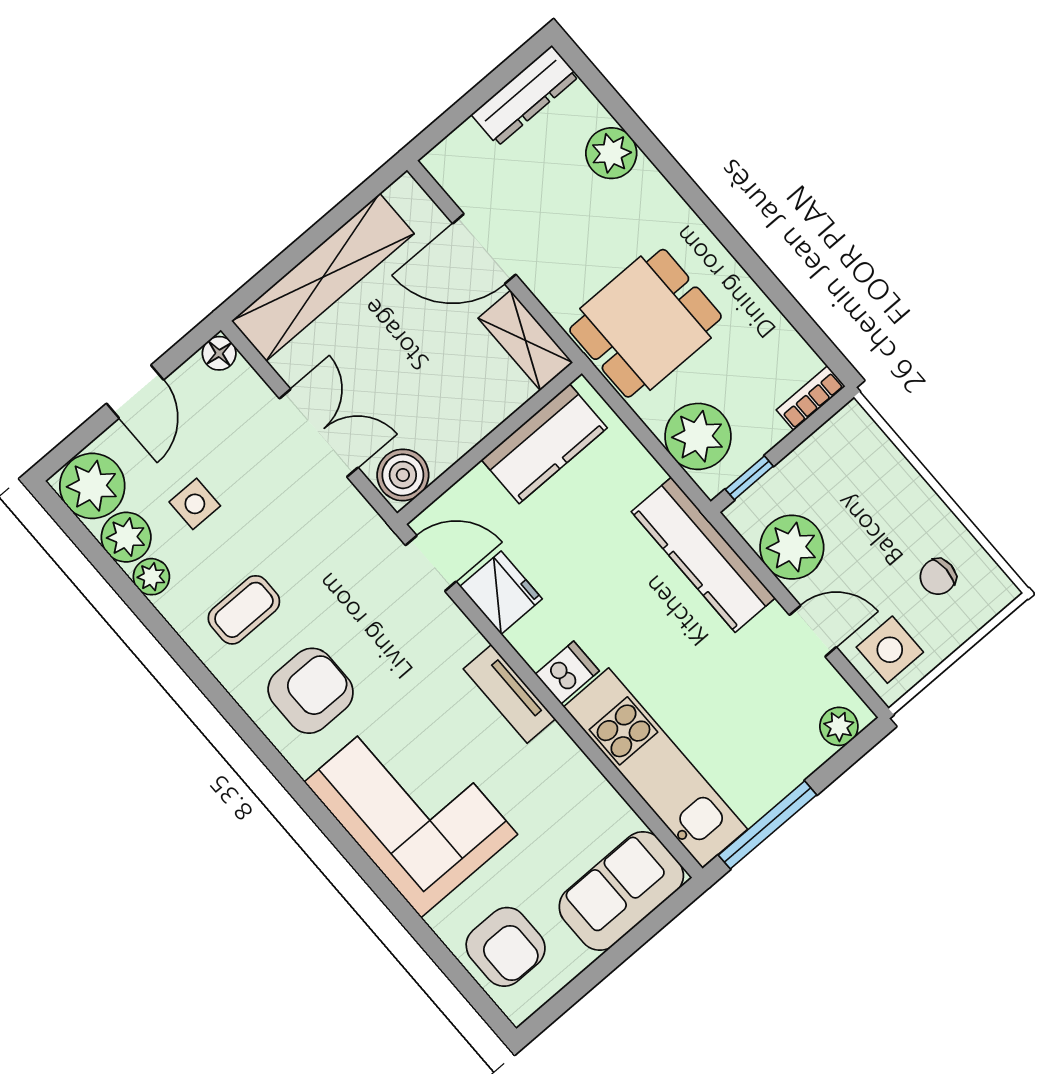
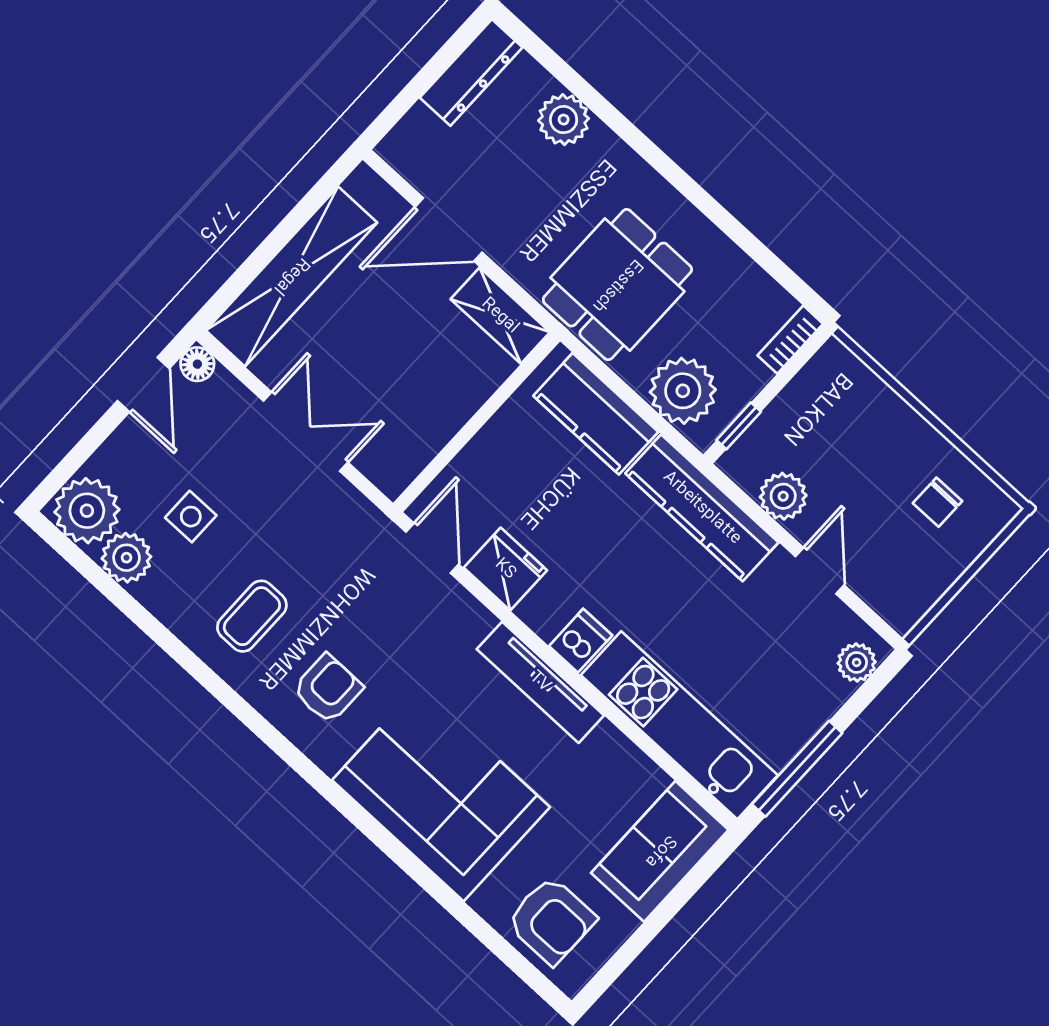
door: (135, 392) -> (143, 385), moved
kitchen counter: (544, 444) -> (596, 414), moved, turned 90
boiler: (403, 475) -> (394, 464), removed
plant: (792, 547) -> (783, 496), width x0.73, depth x0.73
door: (431, 563) -> (432, 548), hinge flipped
plant: (151, 577) -> (156, 594), removed
door: (813, 631) -> (820, 571), hinge flipped
side table: (890, 650) -> (898, 580), removed
armchair: (311, 691) -> (328, 689), width x0.72, depth x0.72
tv unit: (509, 694) -> (540, 682), width x1.41

